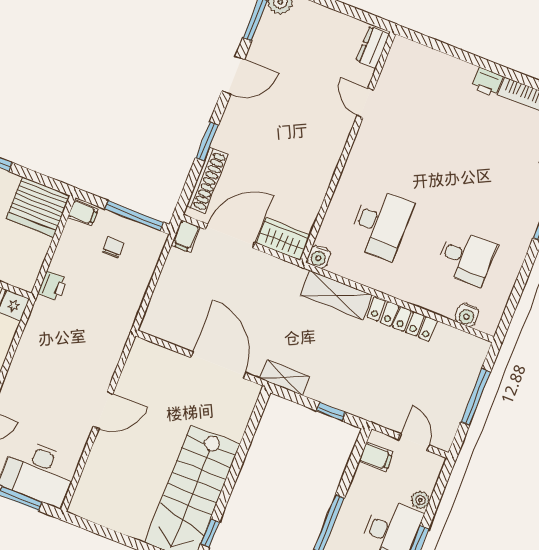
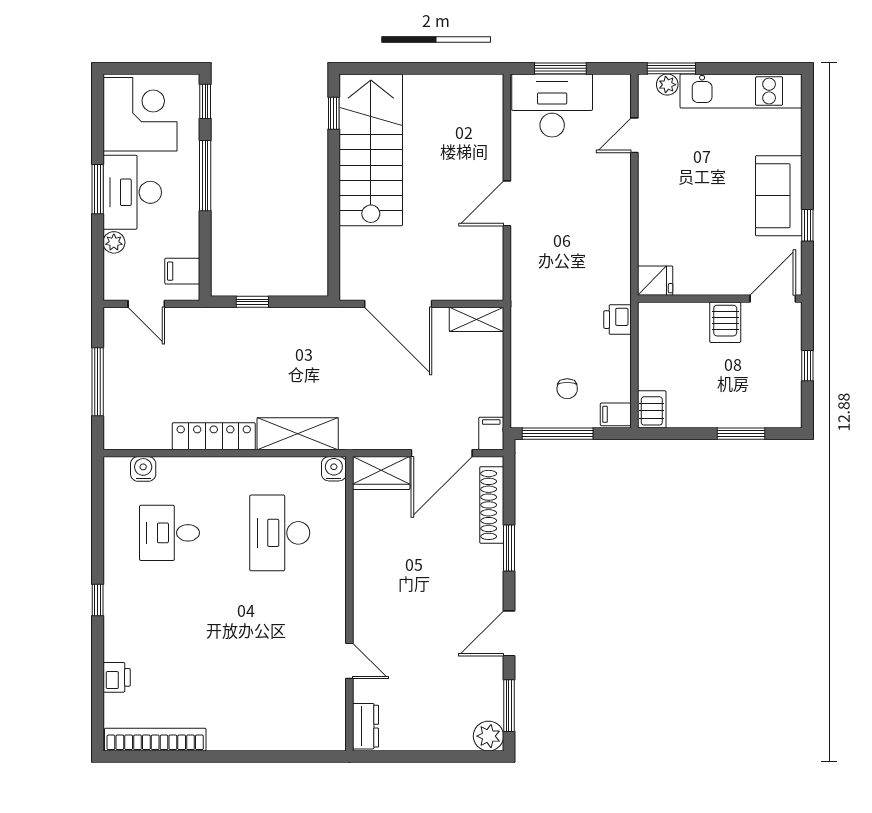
printer: (487, 82) -> (223, 737), removed
server rack: (38, 207) -> (652, 409), width x0.46, depth x0.70
shelving: (285, 377) -> (476, 319), moved

